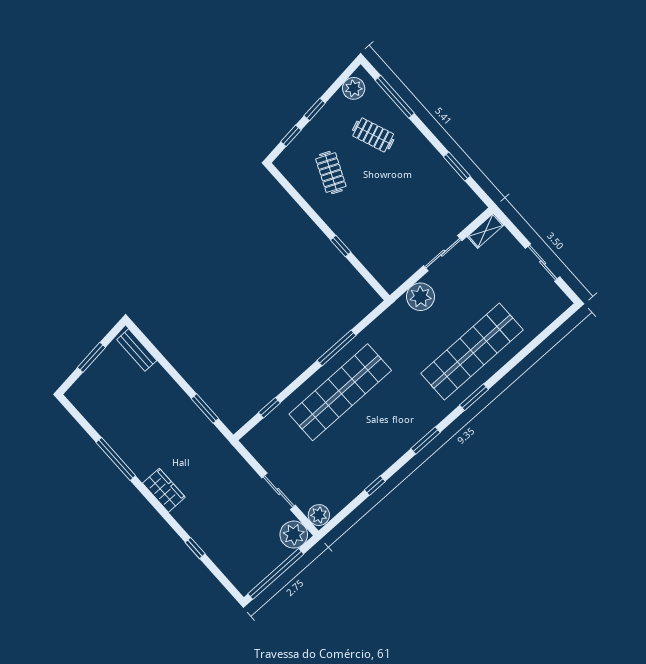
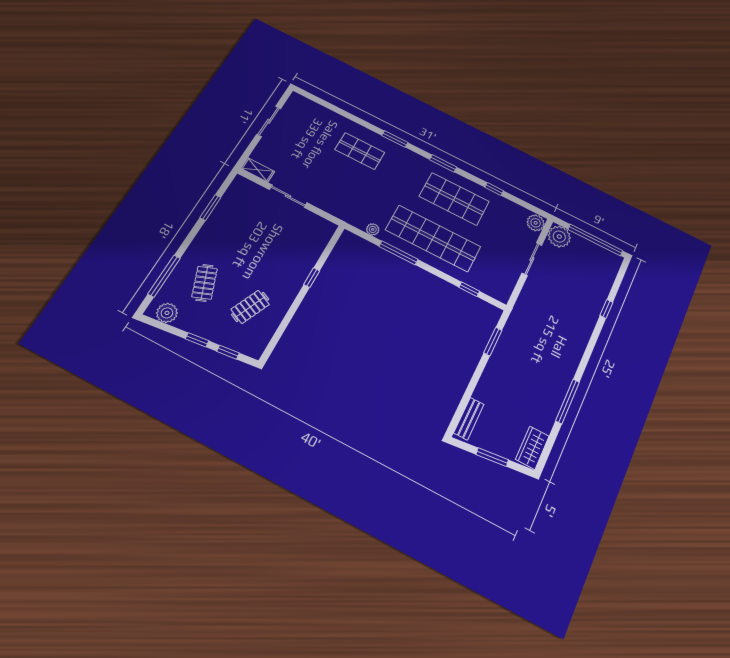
plant: (420, 297) -> (373, 229), moved, width x0.53, depth x0.53
shop shelf: (472, 352) -> (360, 151), width x0.50, depth x0.74
shop shelf: (378, 435) -> (454, 199), added
wardrobe: (164, 490) -> (532, 448), moved

